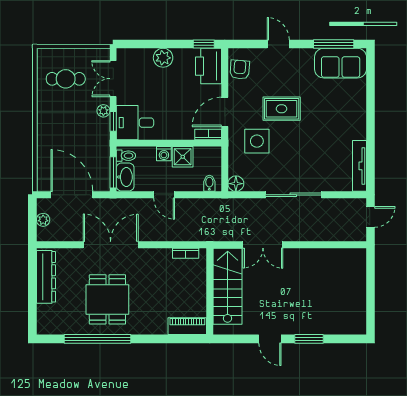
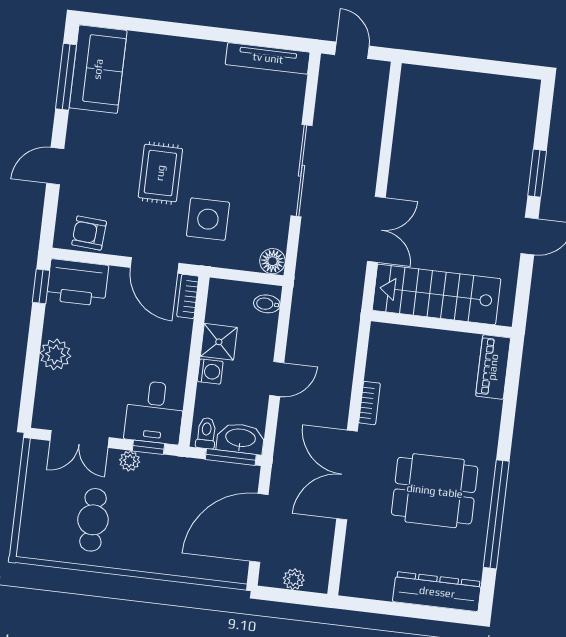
cafe table: (66, 79) -> (93, 520), moved
bookcase: (186, 253) -> (370, 403), moved
dresser: (46, 277) -> (437, 592), moved

